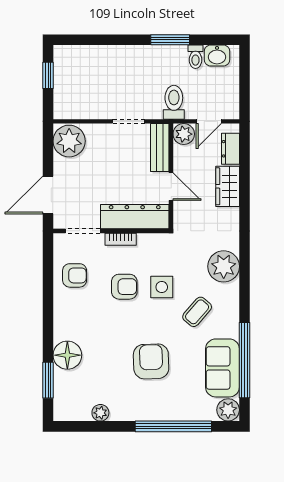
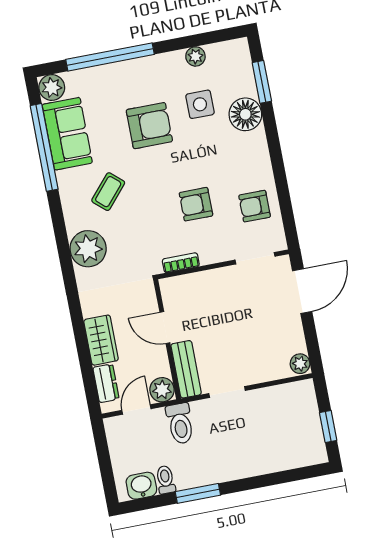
plant: (69, 141) -> (300, 364), width x0.53, depth x0.53
dresser: (135, 217) -> (199, 286), removed
bookcase: (121, 239) -> (181, 263), moved
side table: (162, 287) -> (200, 104), moved
armchair: (151, 361) -> (149, 126), turned -88

